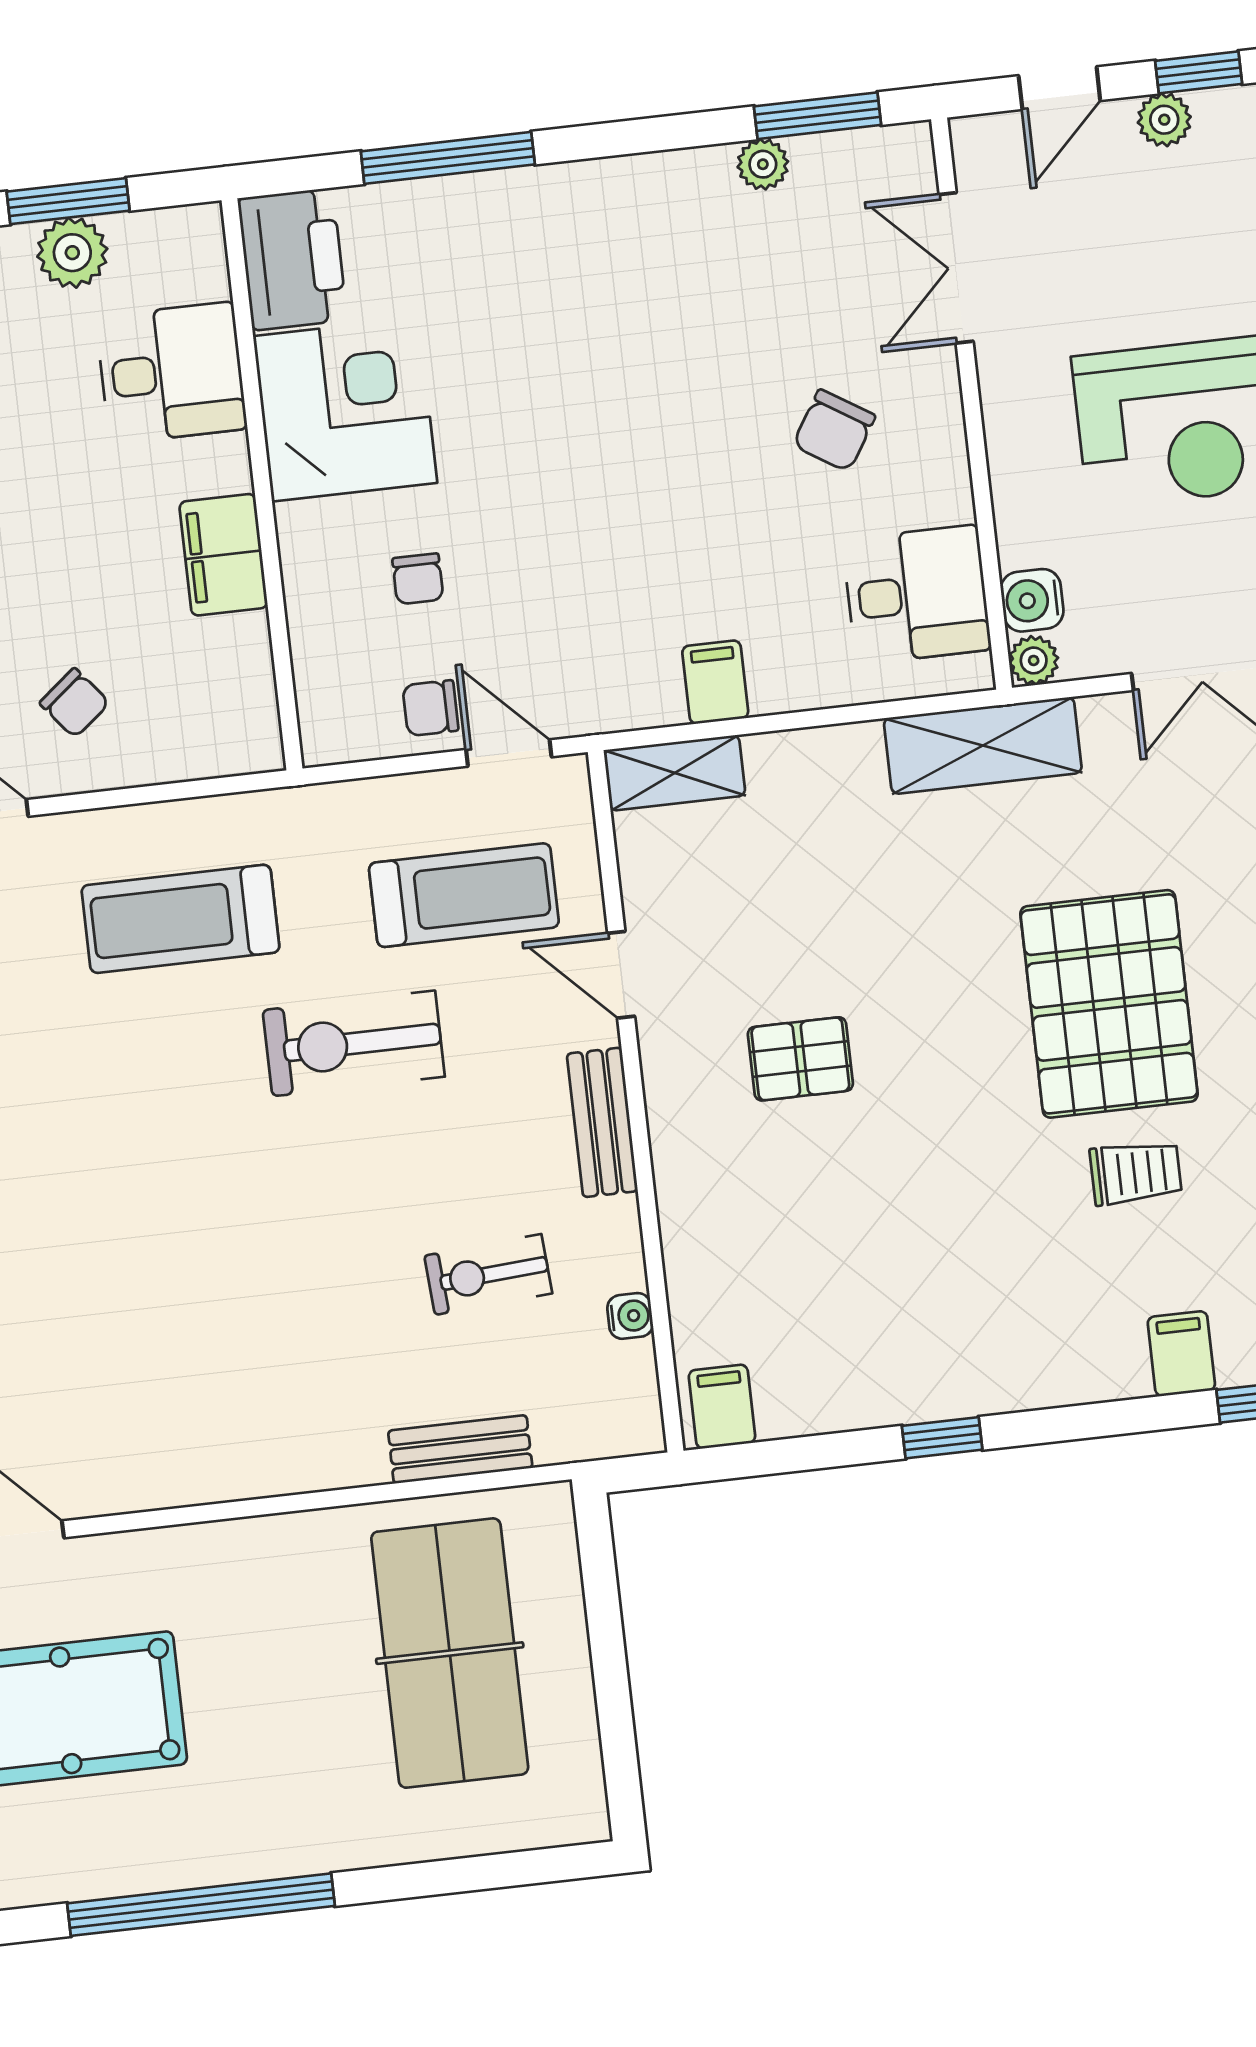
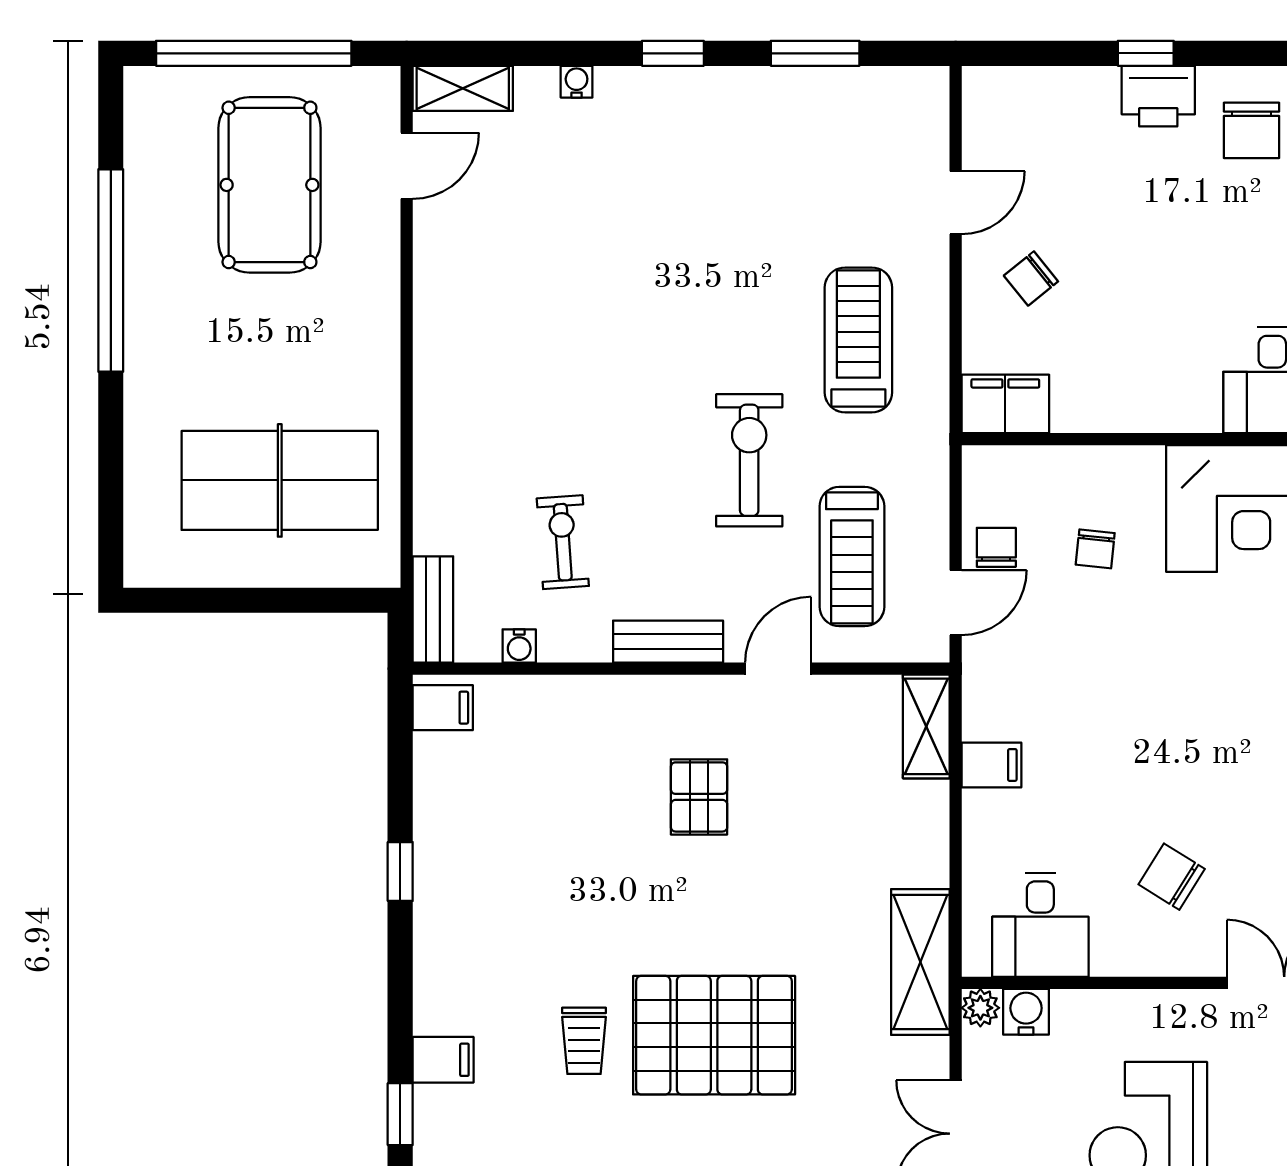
filing cabinet: (223, 555) -> (1005, 404), moved
chair: (418, 579) -> (1095, 549), turned -84
bench: (460, 1449) -> (433, 609), moved

